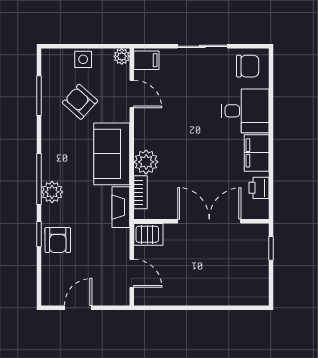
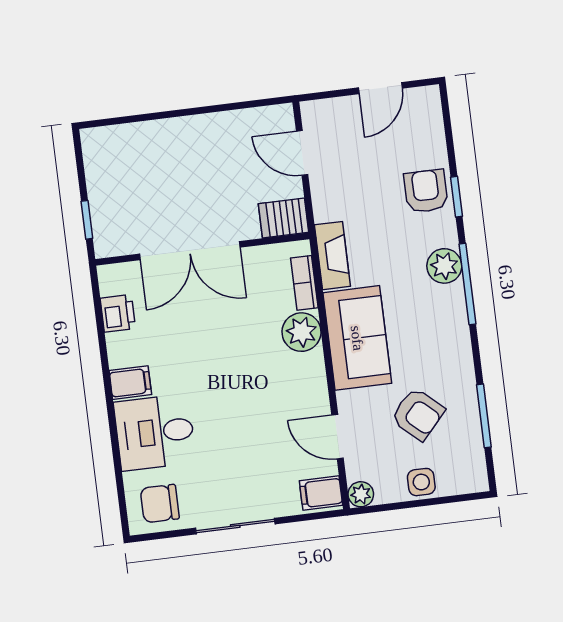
filing cabinet: (257, 153) -> (130, 383), width x0.50

